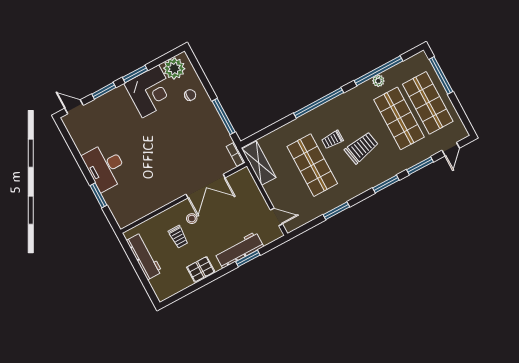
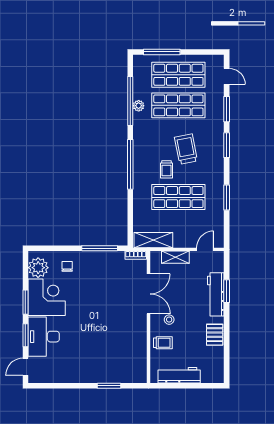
desk: (105, 167) -> (44, 337), moved, turned 90
shelving: (254, 193) -> (175, 257), added
trolley: (178, 237) -> (163, 343), moved

